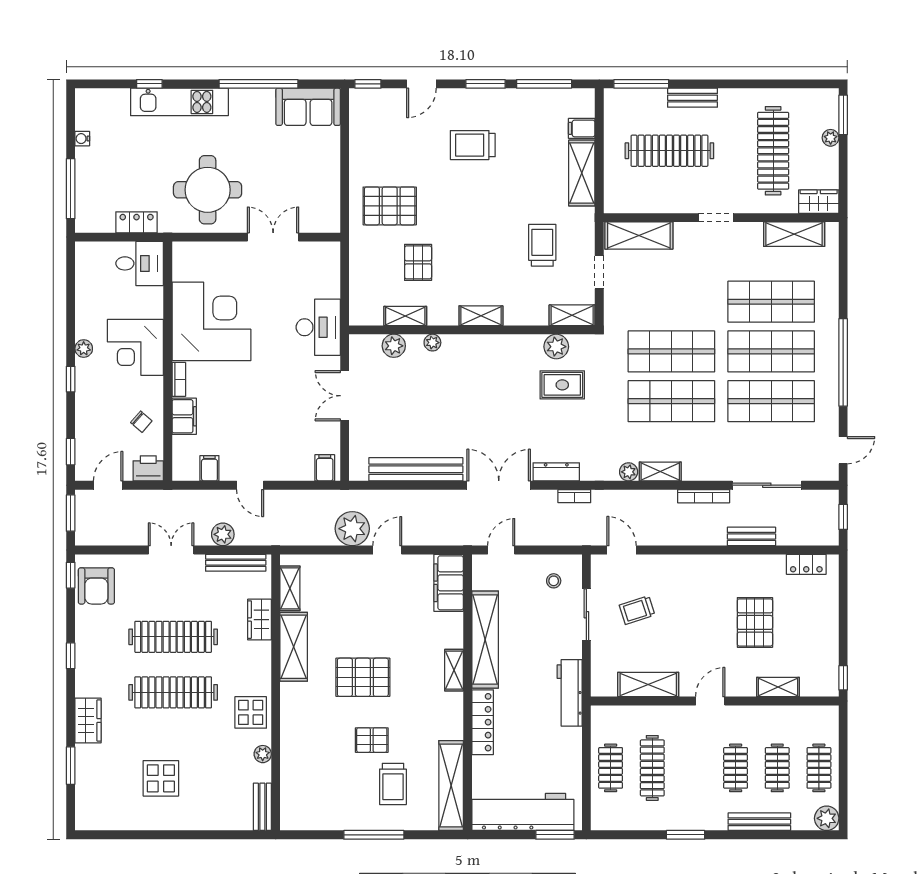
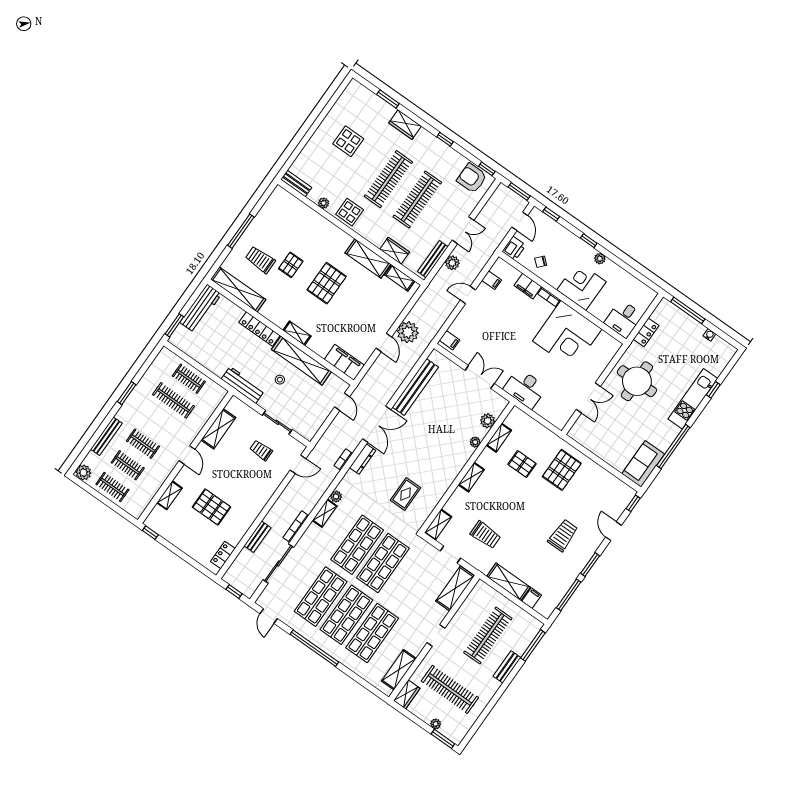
plant: (556, 347) -> (428, 505), removed
stool: (554, 581) -> (280, 380), moved
trolley: (637, 610) -> (261, 450), turned -72
workbench: (523, 812) -> (201, 308), width x0.73, depth x0.76

